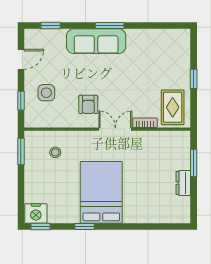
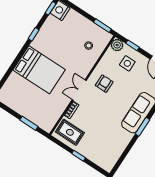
armchair: (88, 104) -> (104, 84), turned 90
plant: (33, 119) -> (117, 45), added
double door: (115, 129) -> (79, 90), swing flipped
dresser: (183, 183) -> (21, 109), removed
bed: (101, 192) -> (39, 70), moved

